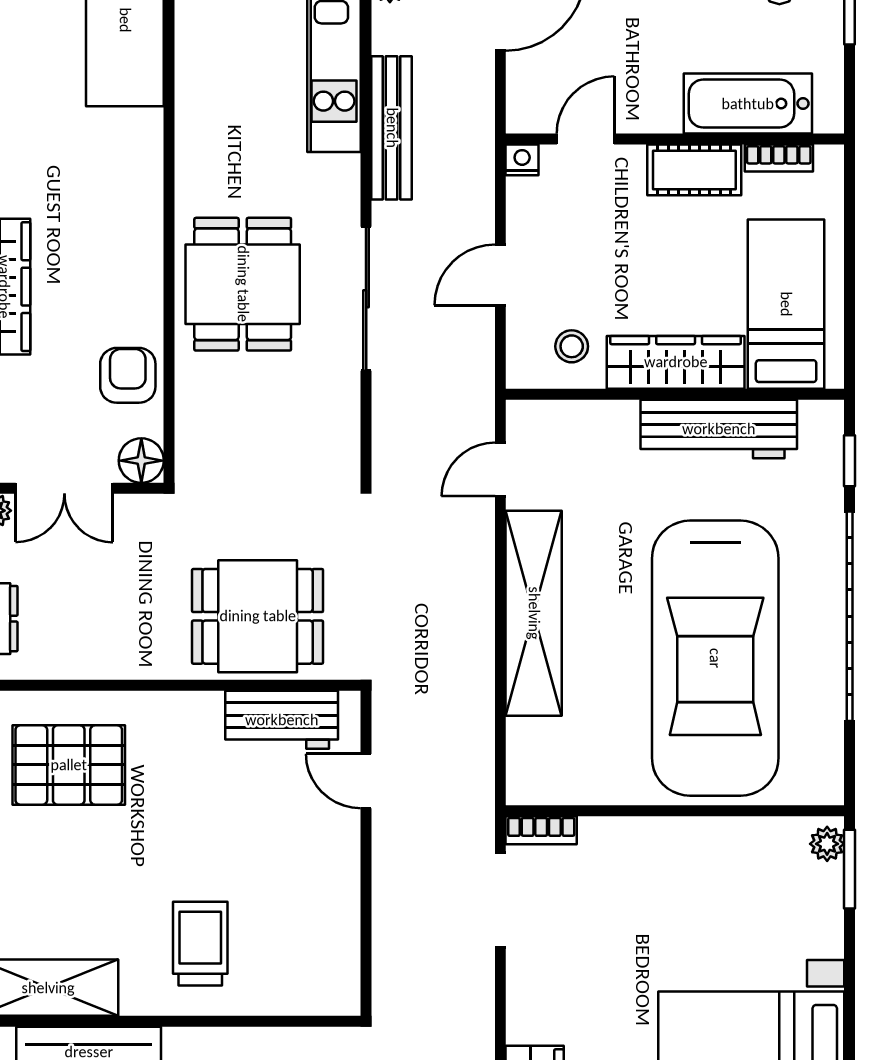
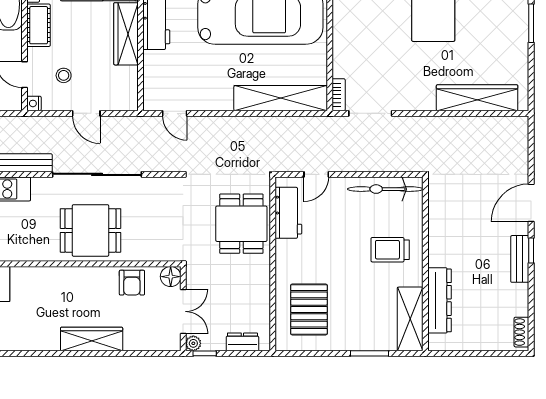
sliding door: (366, 299) -> (97, 174), width x1.36
stool: (572, 346) -> (64, 75), moved
armchair: (128, 375) -> (132, 283), turned -90
shelving: (534, 613) -> (281, 98), moved
bicycle: (334, 933) -> (385, 189), added

